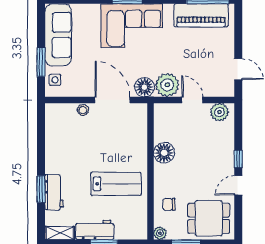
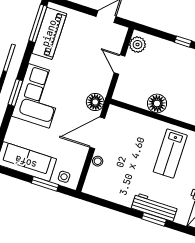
plant: (167, 85) -> (100, 82), removed
door: (192, 100) -> (120, 64), hinge flipped
lab bench: (116, 184) -> (170, 154), turned 180
workbench: (54, 192) -> (154, 207), width x1.37

